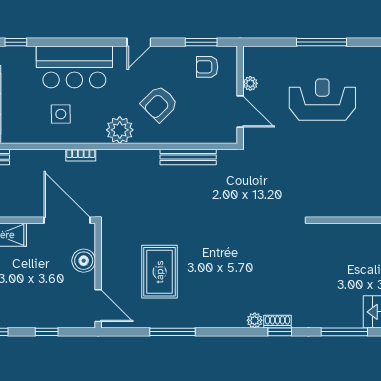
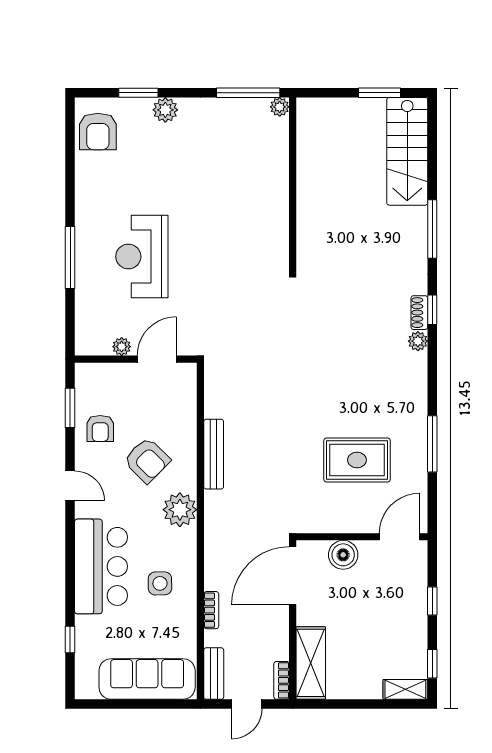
armchair: (207, 67) -> (100, 428), moved
bookcase: (81, 155) -> (211, 610), moved
bench: (188, 157) -> (214, 454), moved

